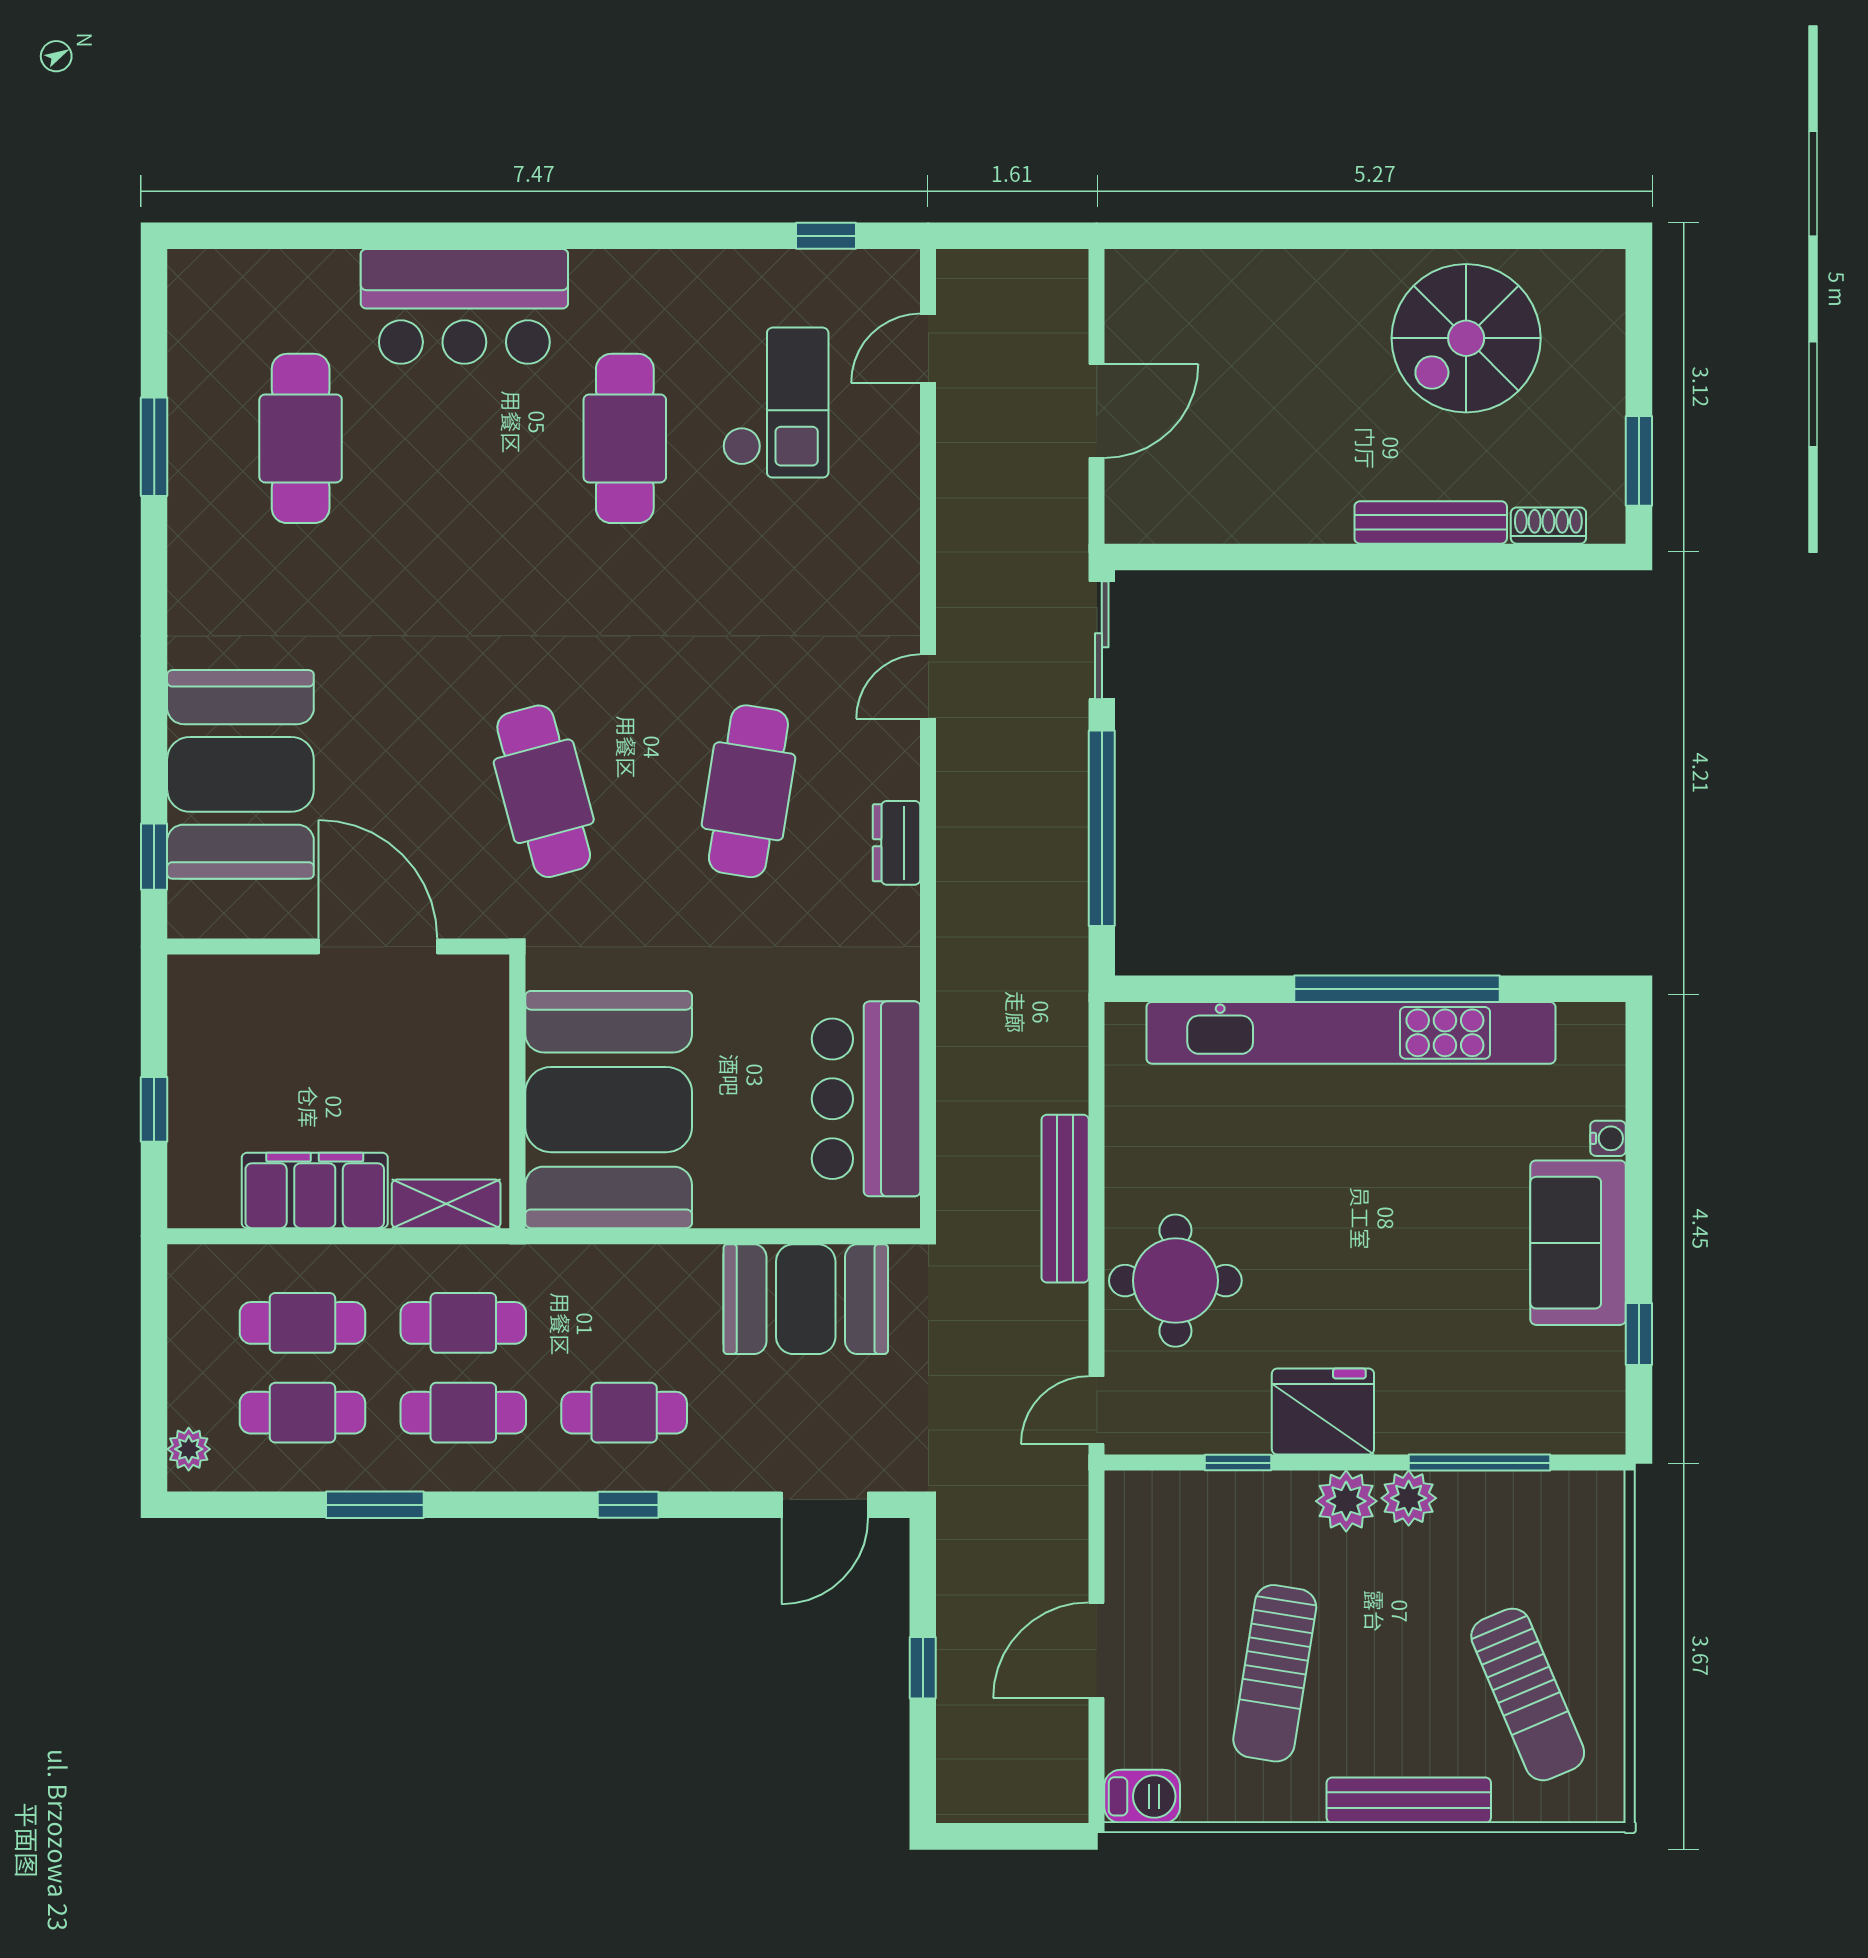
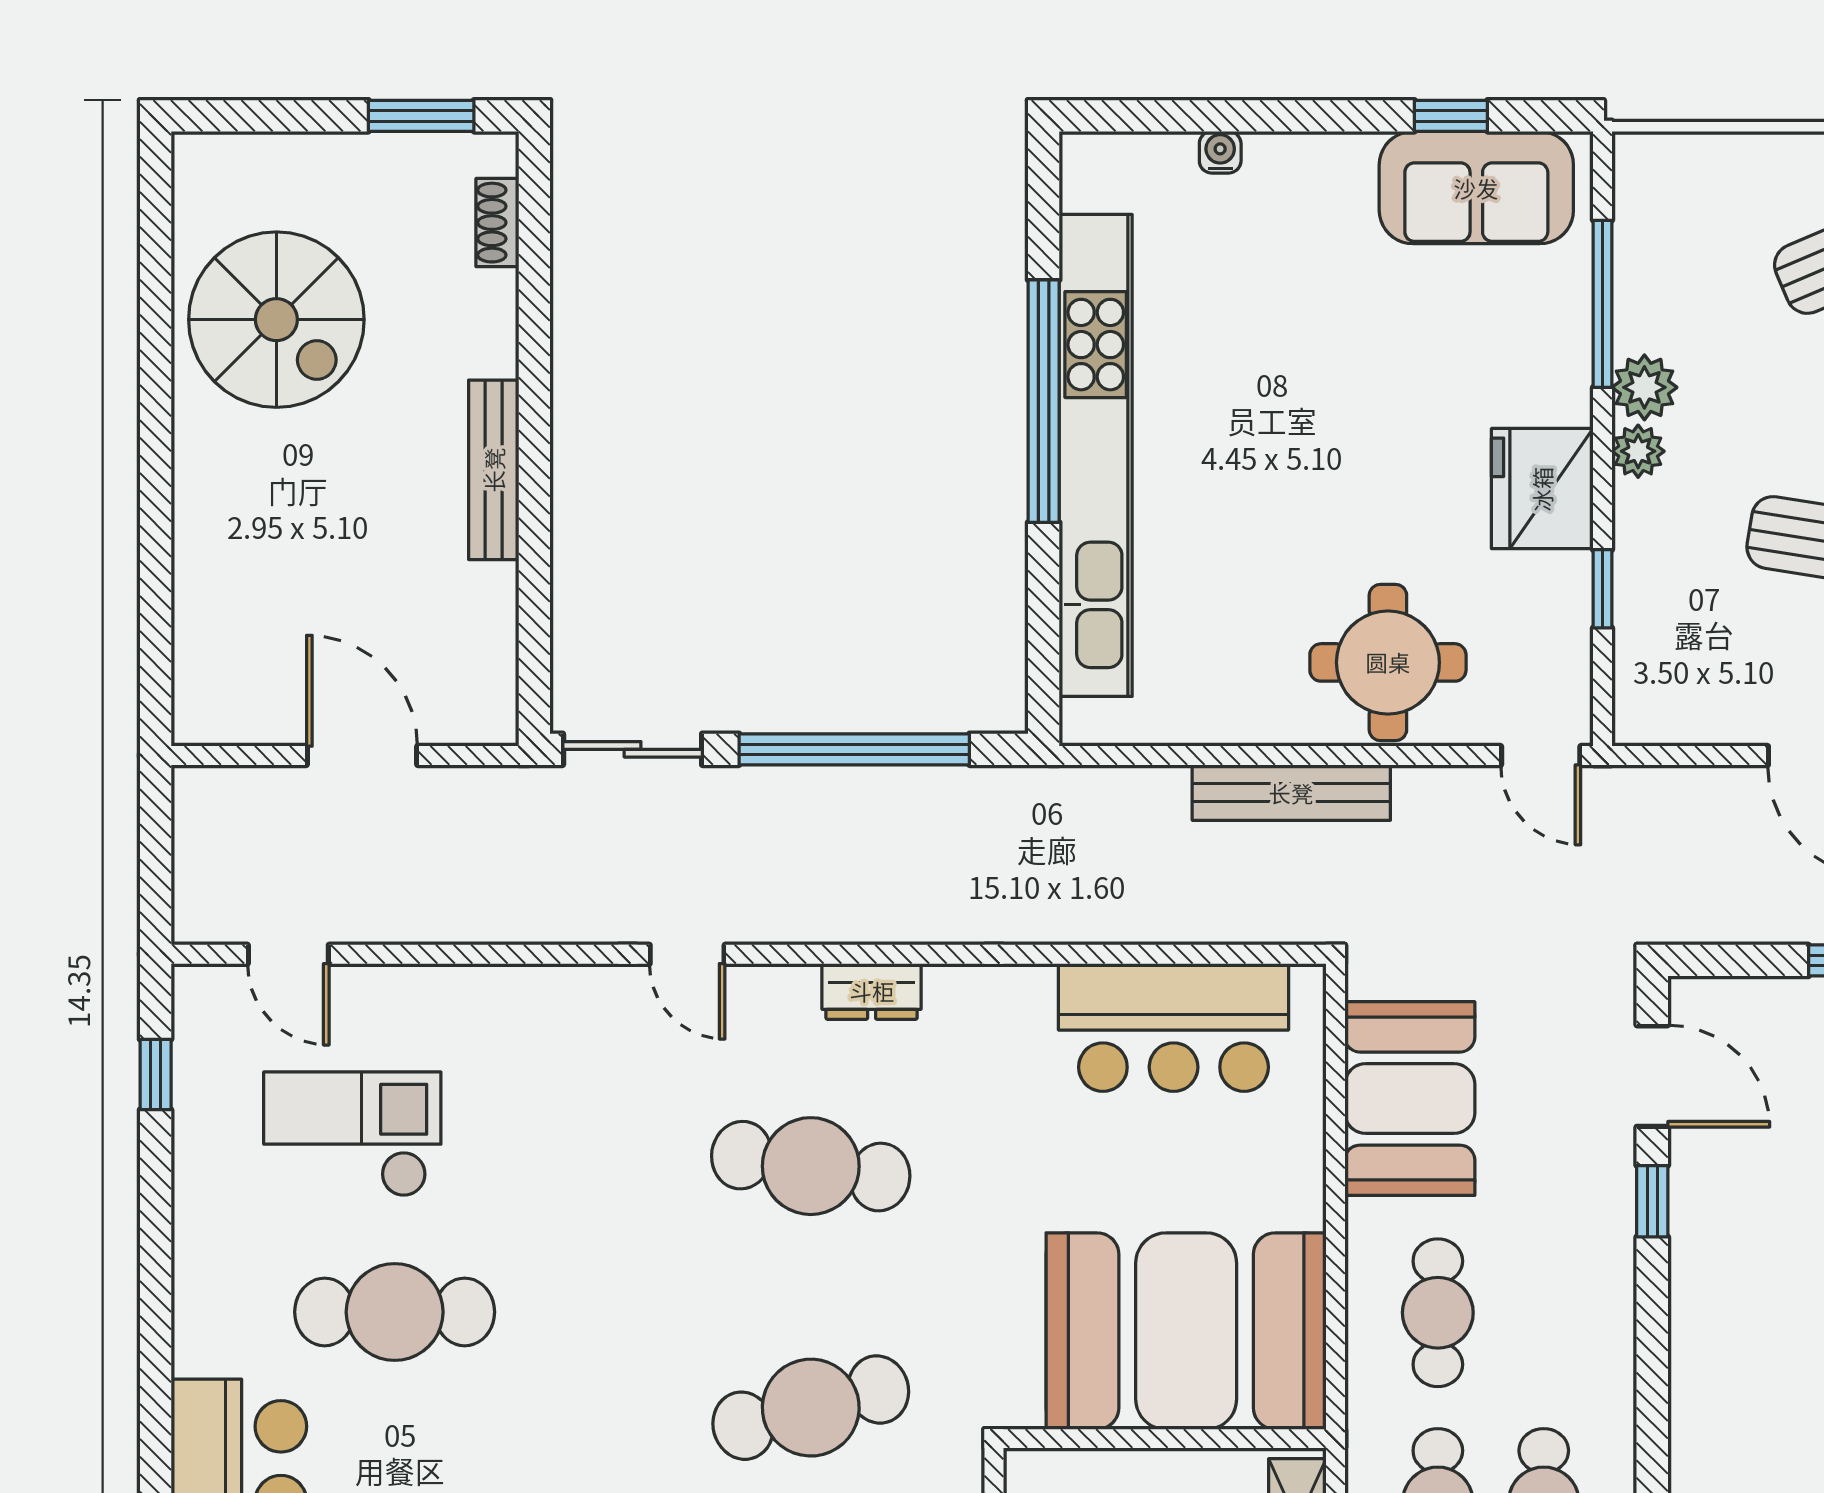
bench: (1431, 522) -> (494, 470), moved
sofa: (1578, 1243) -> (1476, 188), moved
cafe table: (624, 1413) -> (1438, 1313), moved
plant: (1346, 1501) -> (1638, 451), width x0.73, depth x0.73
window: (628, 1505) -> (1652, 1201), moved

